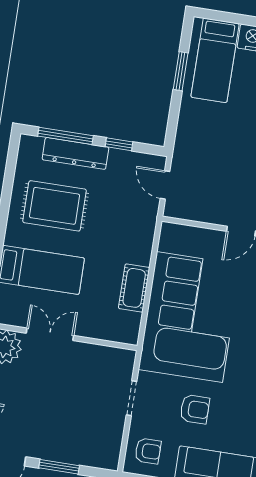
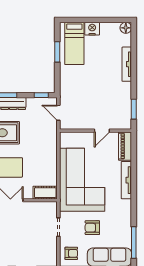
window: (119, 144) -> (41, 95), moved
cot: (134, 288) -> (45, 193), moved, turned 90
armchair: (195, 409) -> (92, 228), turned 180

